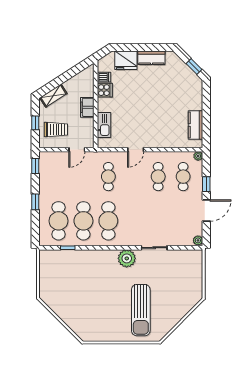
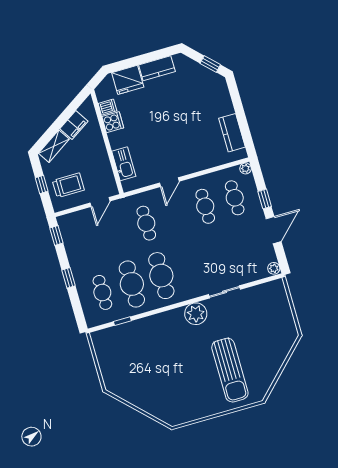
filing cabinet: (87, 107) -> (74, 125), moved, turned -123
cafe table: (58, 221) -> (102, 292), width x0.73, depth x0.74

